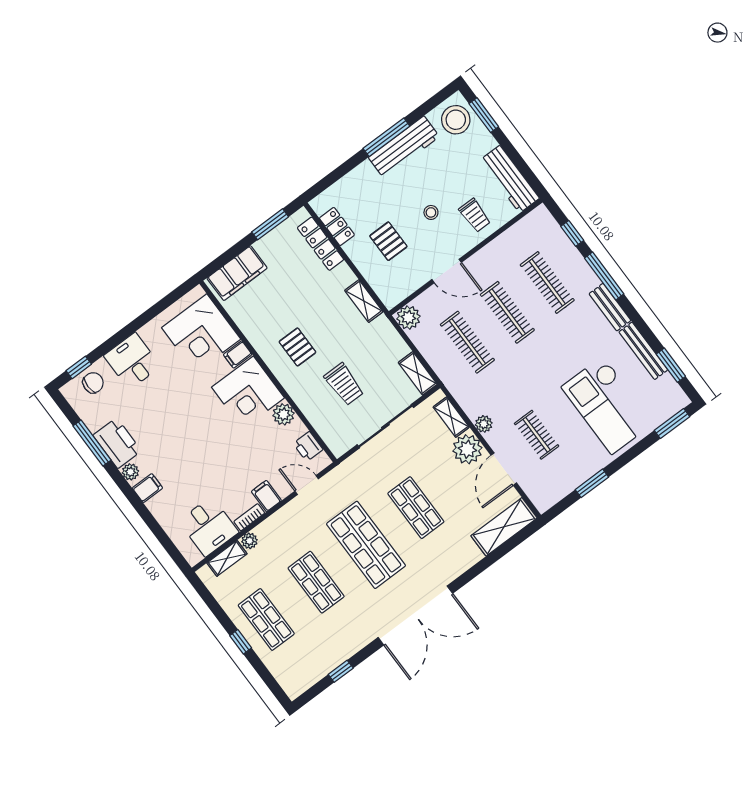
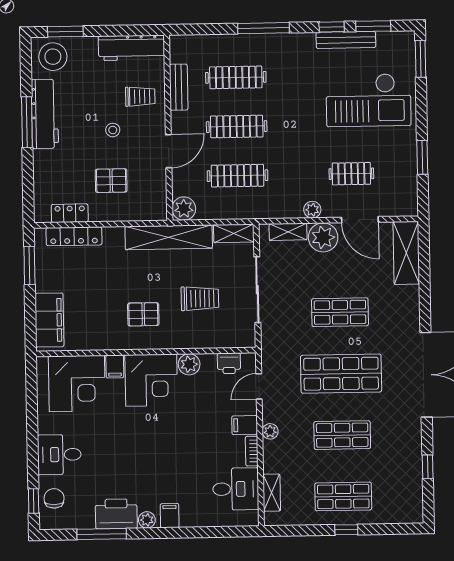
window: (572, 233) -> (332, 27), moved
shelving: (364, 301) -> (169, 237), width x2.20, depth x1.33
bench: (610, 307) -> (179, 87), moved, turned 90
plant: (249, 541) -> (270, 431), moved

